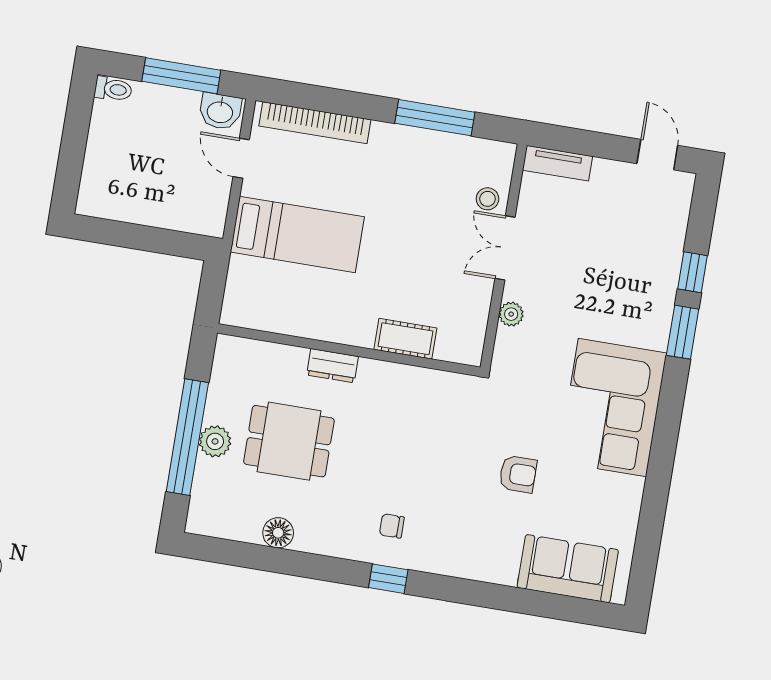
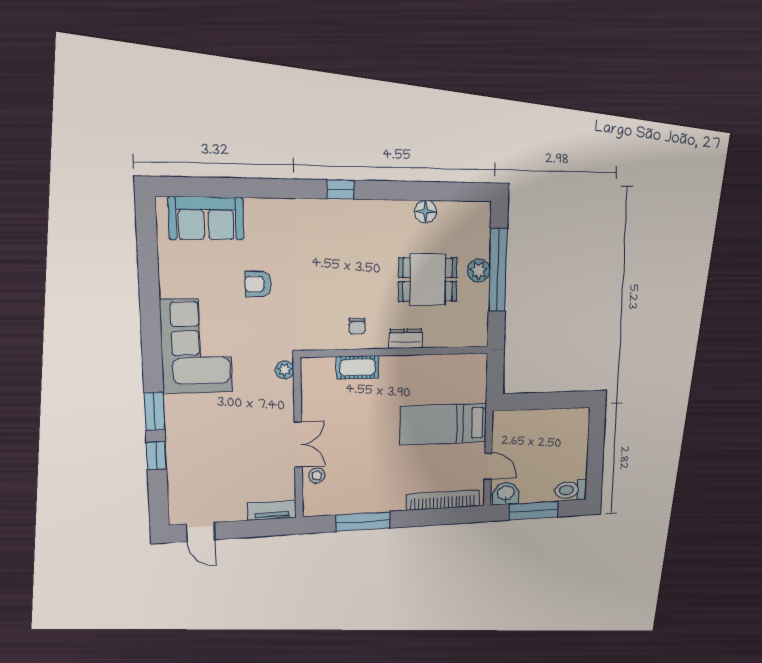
toilet: (113, 89) -> (571, 490), width x1.37, depth x1.39
plant: (511, 314) -> (285, 370), moved
chair: (392, 526) -> (357, 326), moved, turned 90

